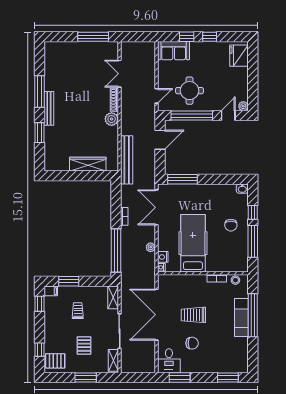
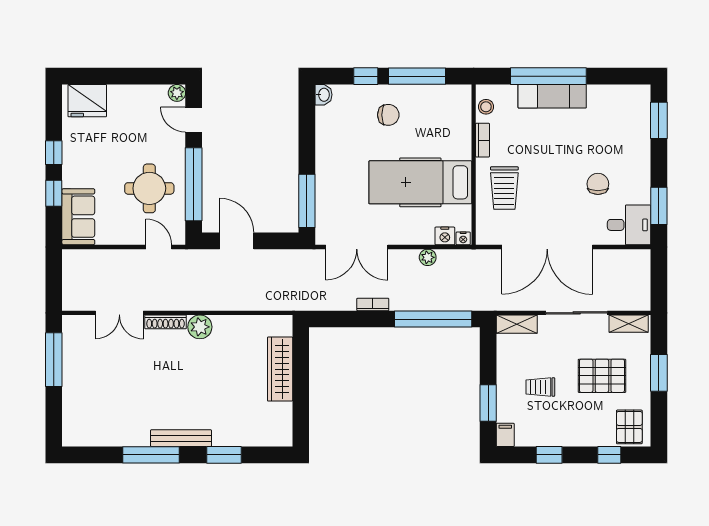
bench: (127, 160) -> (273, 300), removed
window: (39, 304) -> (549, 455), moved
trolley: (193, 315) -> (504, 188), moved
pallet: (84, 345) -> (602, 376), width x1.50, depth x1.42

